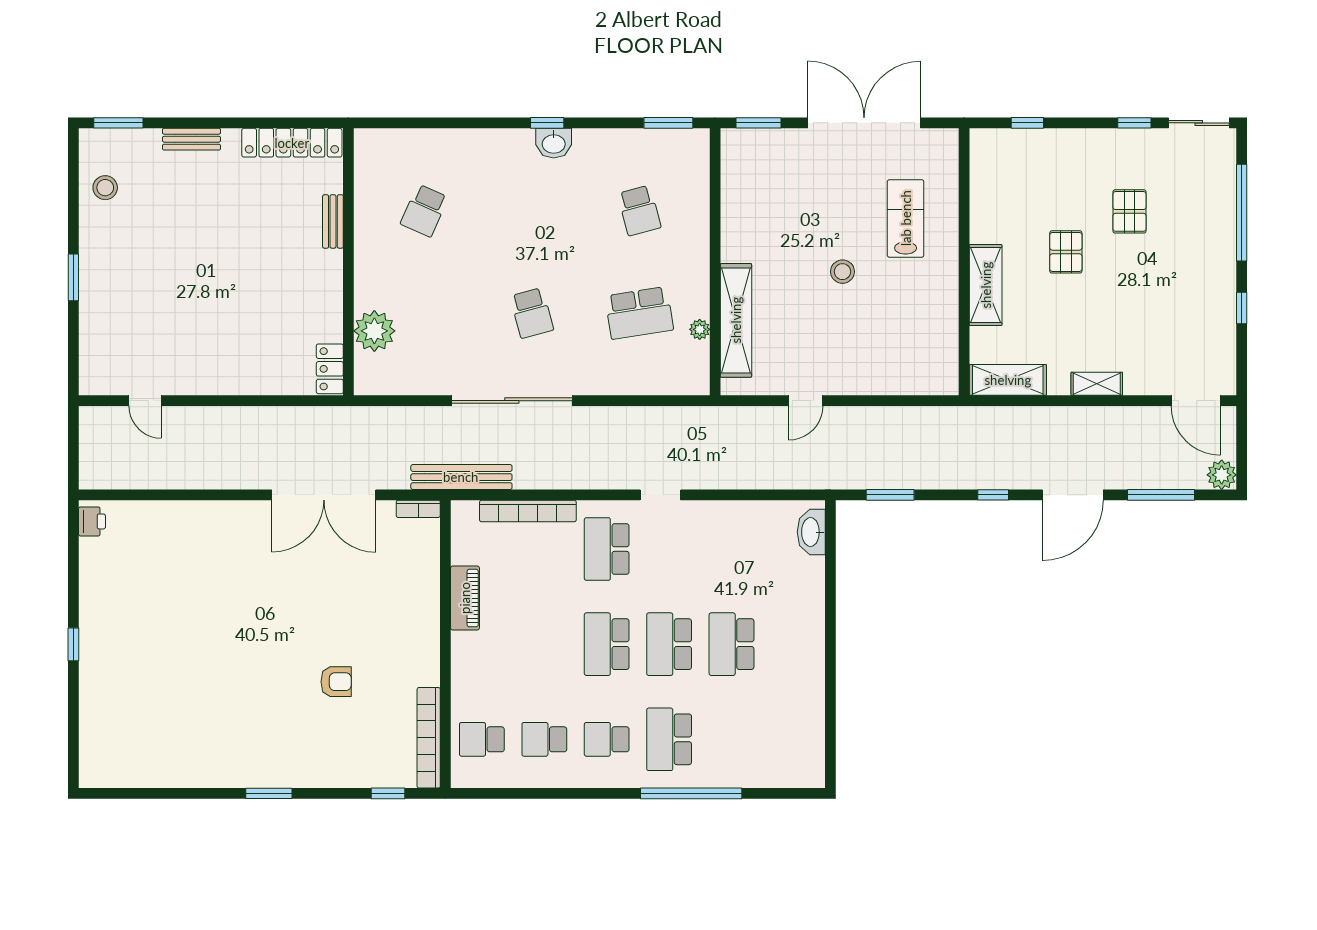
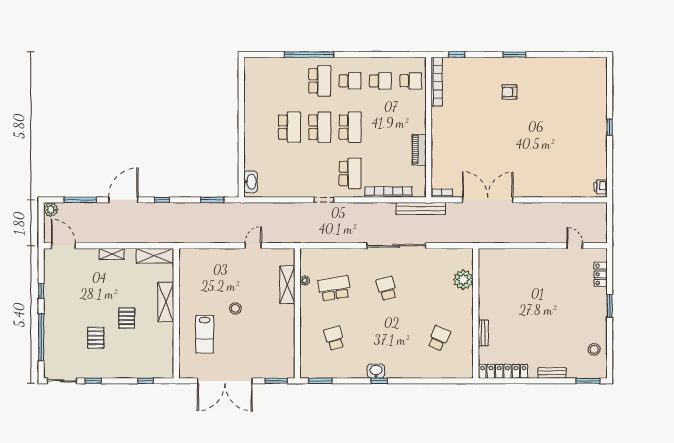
shelving: (736, 320) -> (287, 285), width x0.68
locker: (330, 369) -> (601, 274), moved, turned 180
armchair: (336, 682) -> (509, 92), moved

